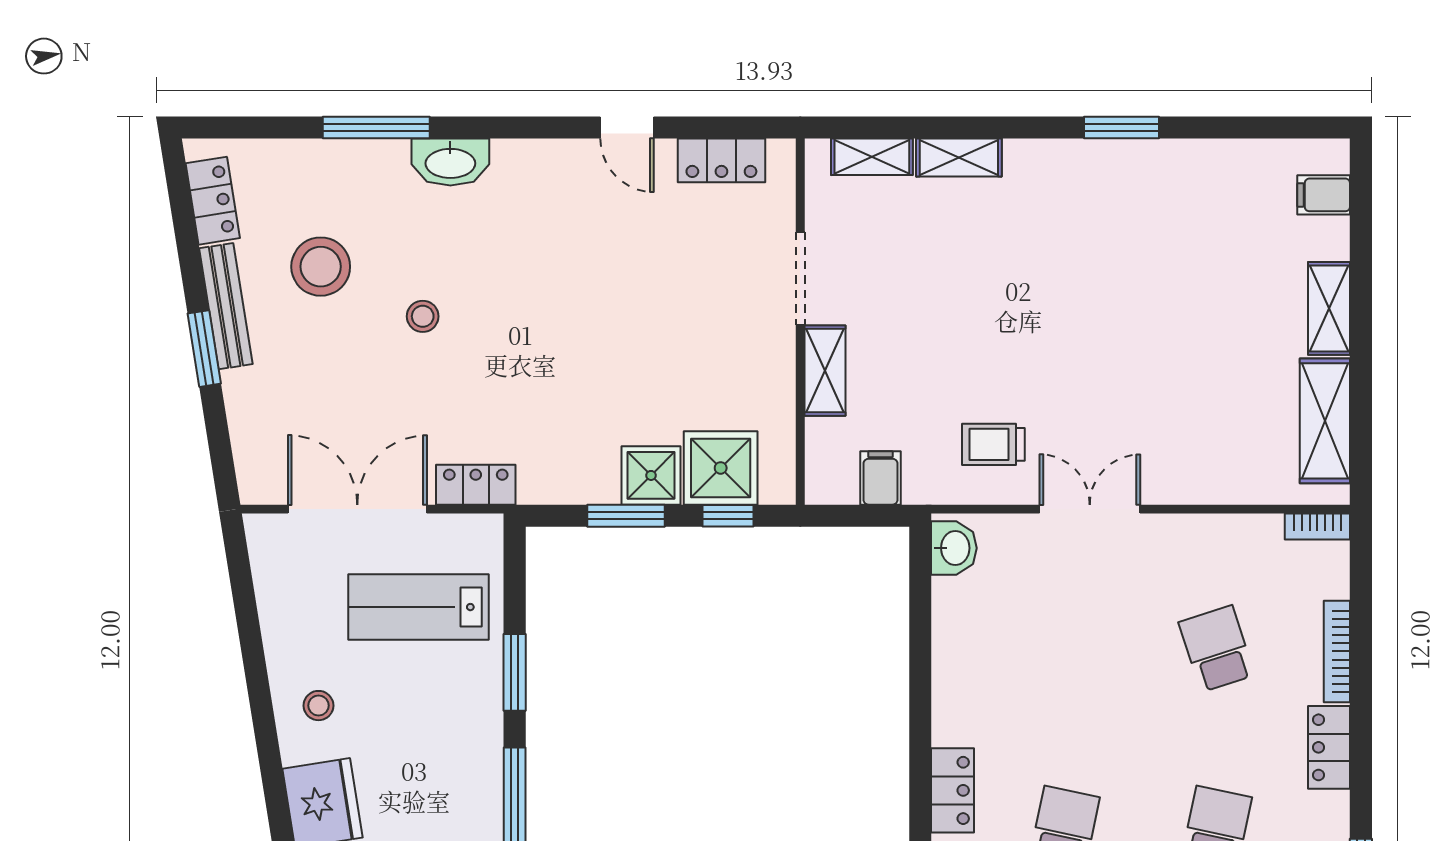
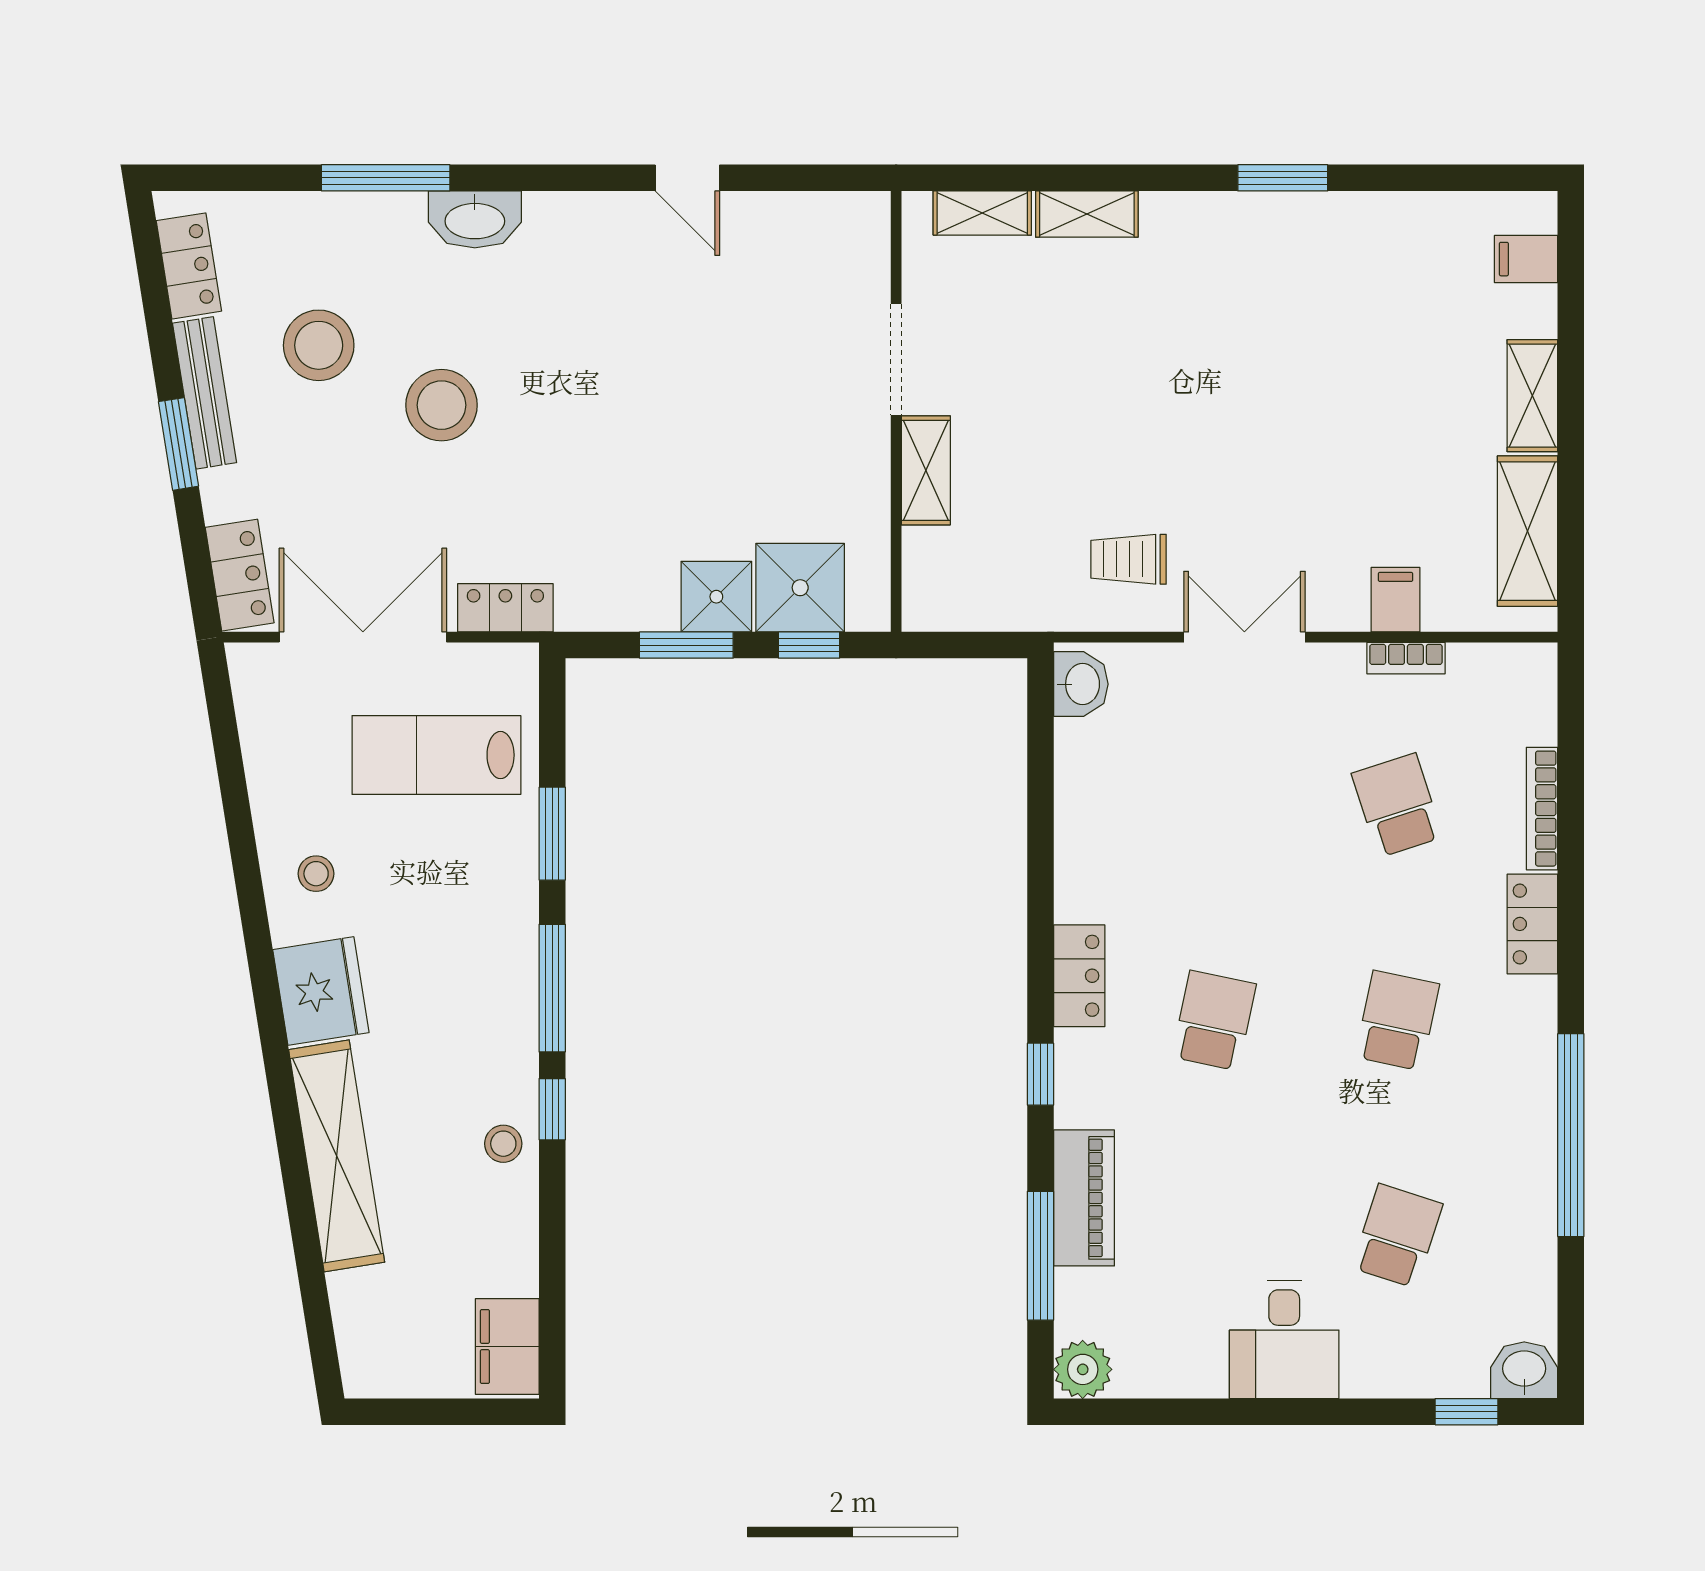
locker: (721, 160) -> (240, 575), moved, turned -99
stool: (423, 316) -> (442, 405), width x1.89, depth x1.89
filing cabinet: (880, 478) -> (1396, 600), moved
bookcase: (1317, 527) -> (1406, 658), moved

